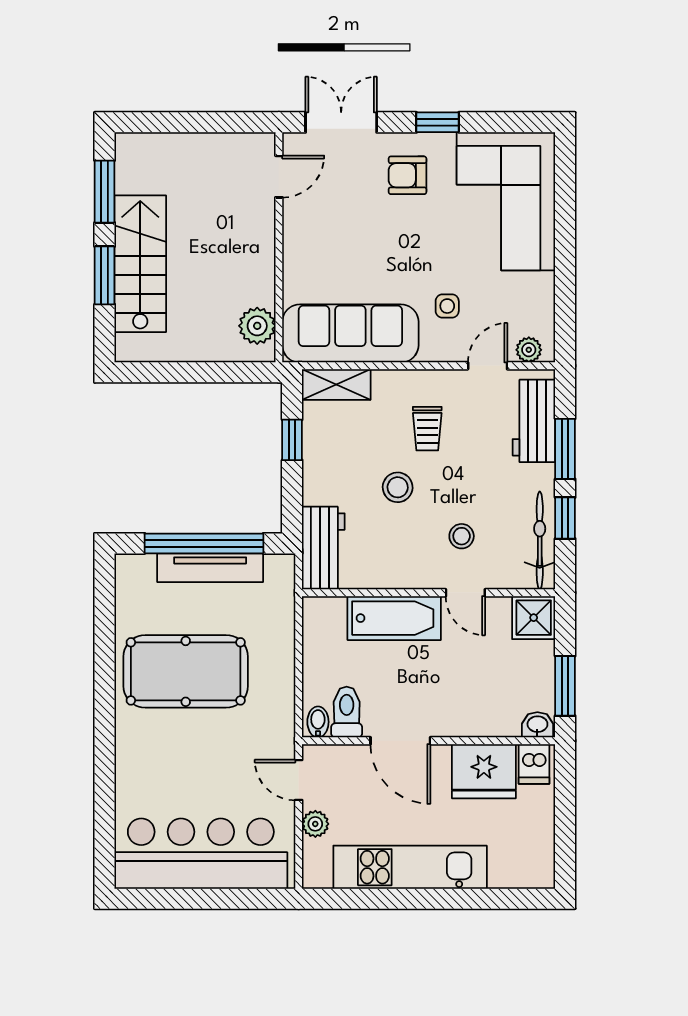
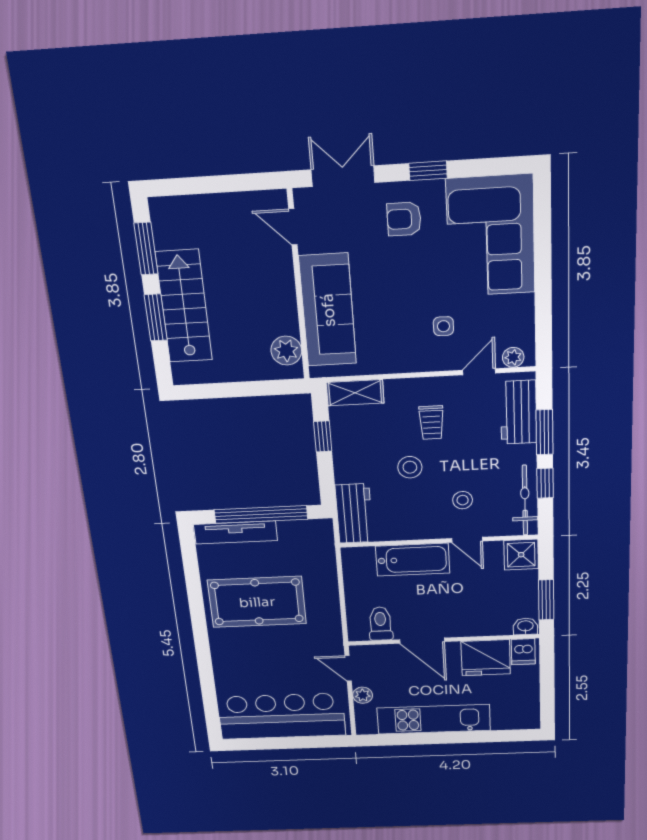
door: (279, 177) -> (293, 227), swing flipped
sofa: (350, 333) -> (328, 310), moved, turned 90
tv unit: (210, 568) -> (235, 533), moved
bidet: (318, 722) -> (359, 631), removed

